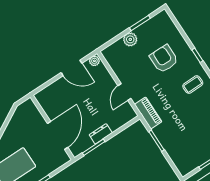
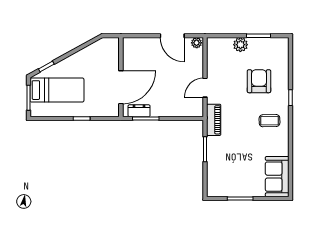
dresser: (101, 134) -> (139, 111), moved

